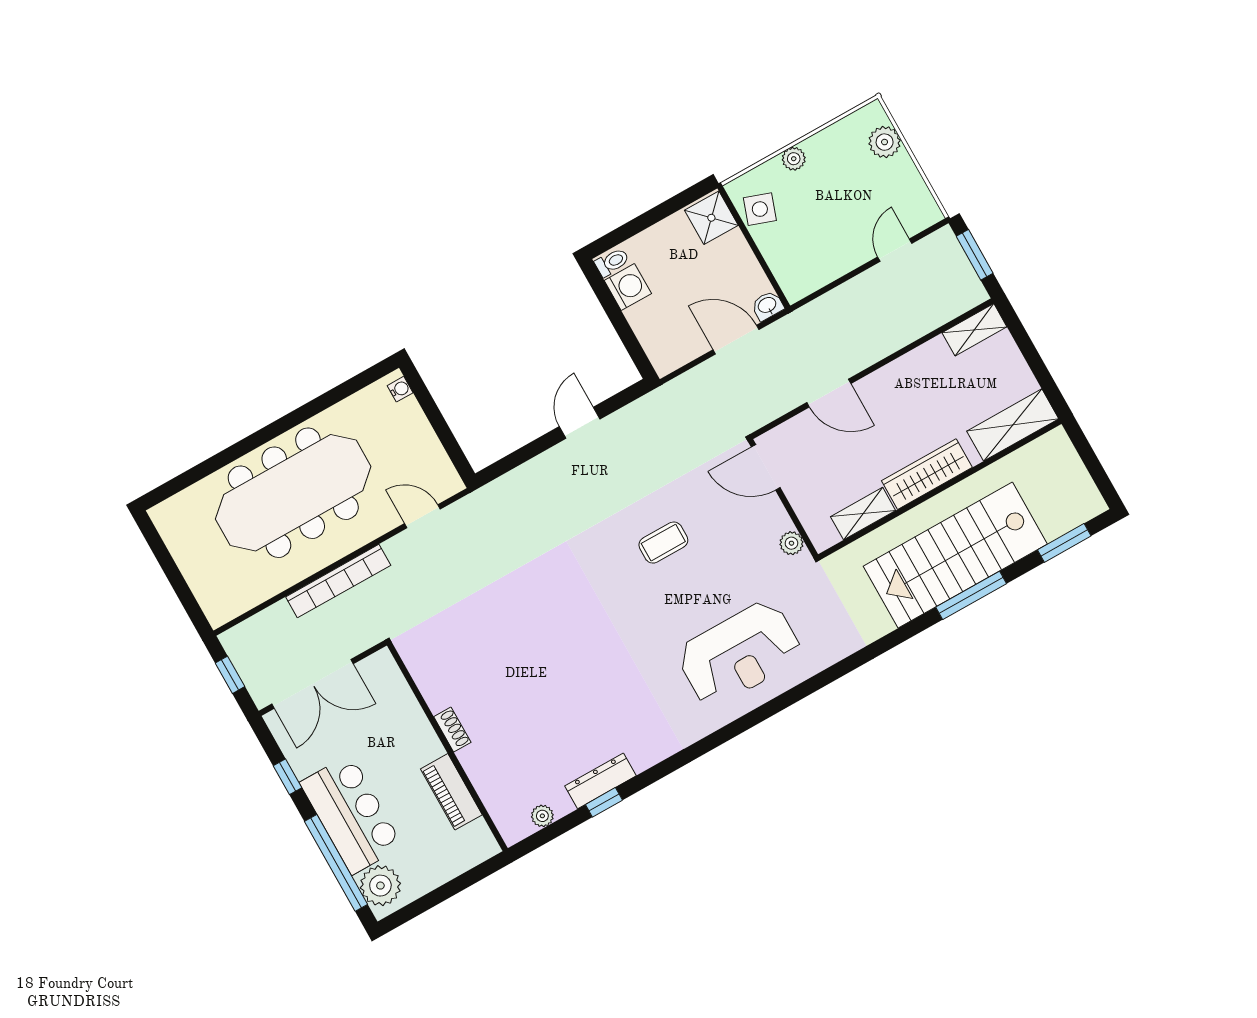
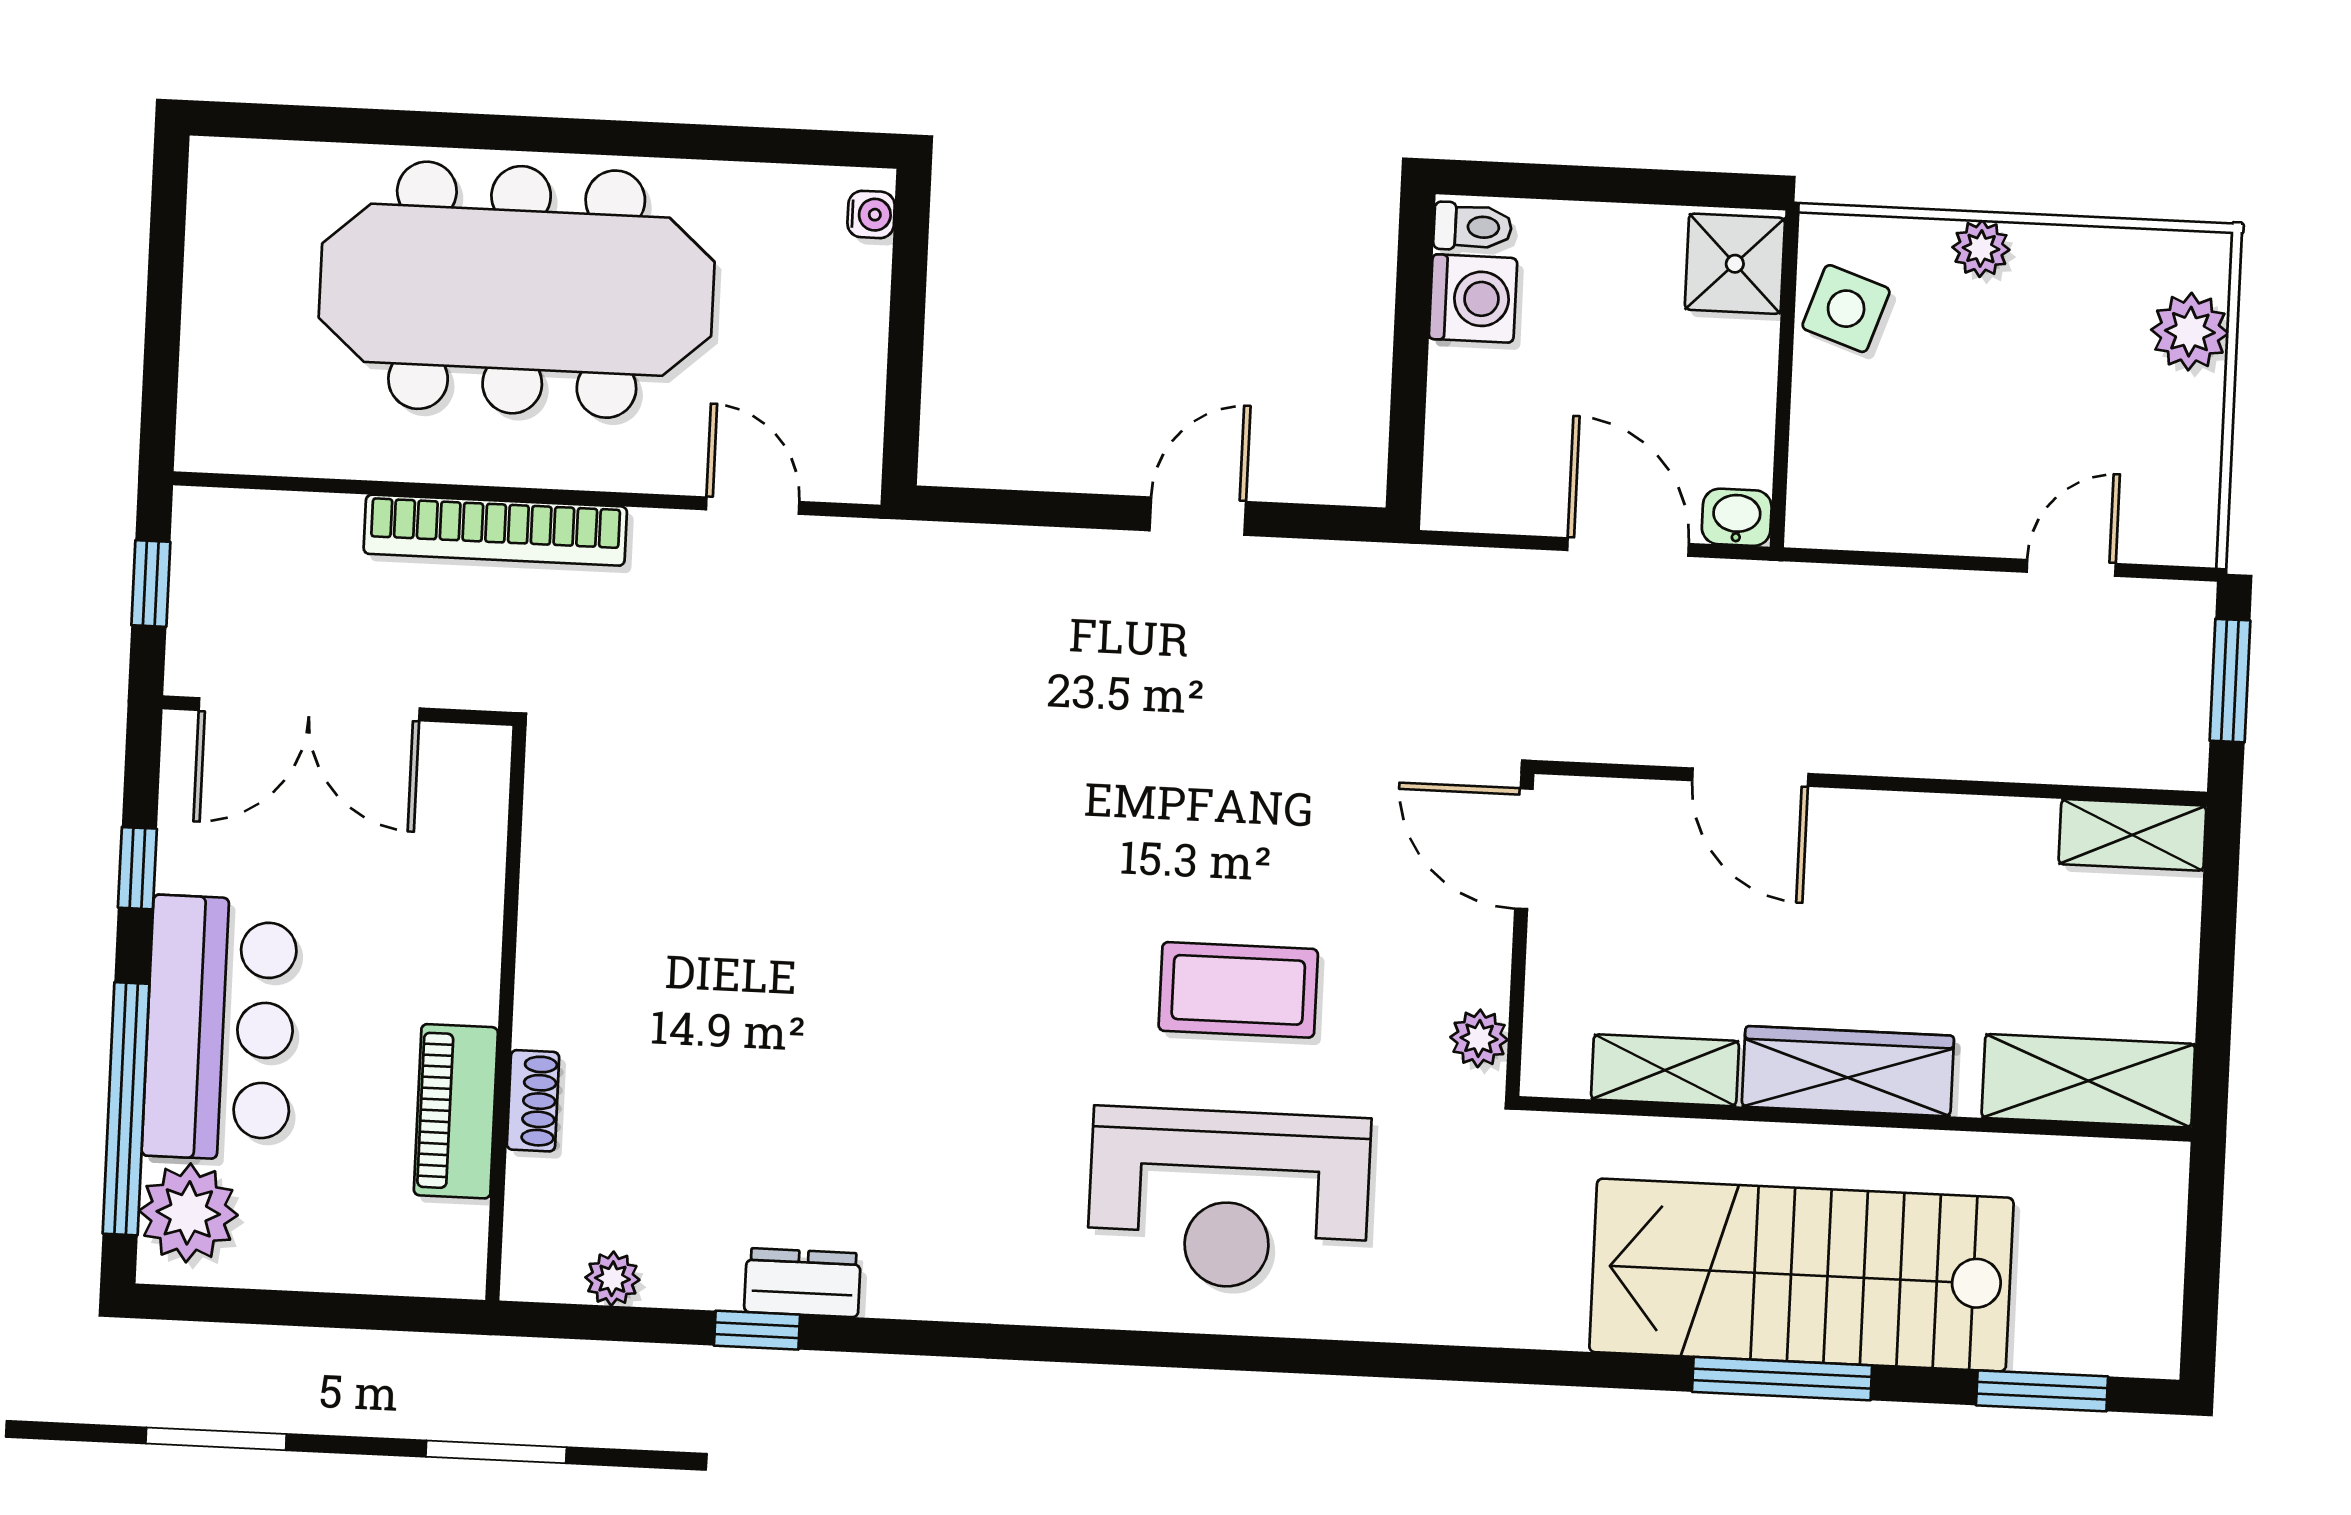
coffee table: (663, 543) -> (1238, 990), moved, width x1.36, depth x1.30
shoe rack: (452, 730) -> (533, 1101), moved
dresser: (600, 781) -> (802, 1283), width x0.70

